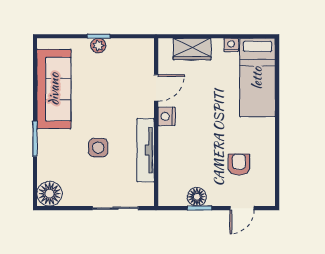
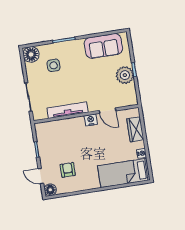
plant: (98, 46) -> (125, 75), width x1.88, depth x1.88
sofa: (54, 89) -> (103, 46), width x0.73
side table: (98, 148) -> (54, 65), moved
armchair: (239, 165) -> (68, 170), turned -90
floor lamp: (197, 197) -> (50, 190), moved

